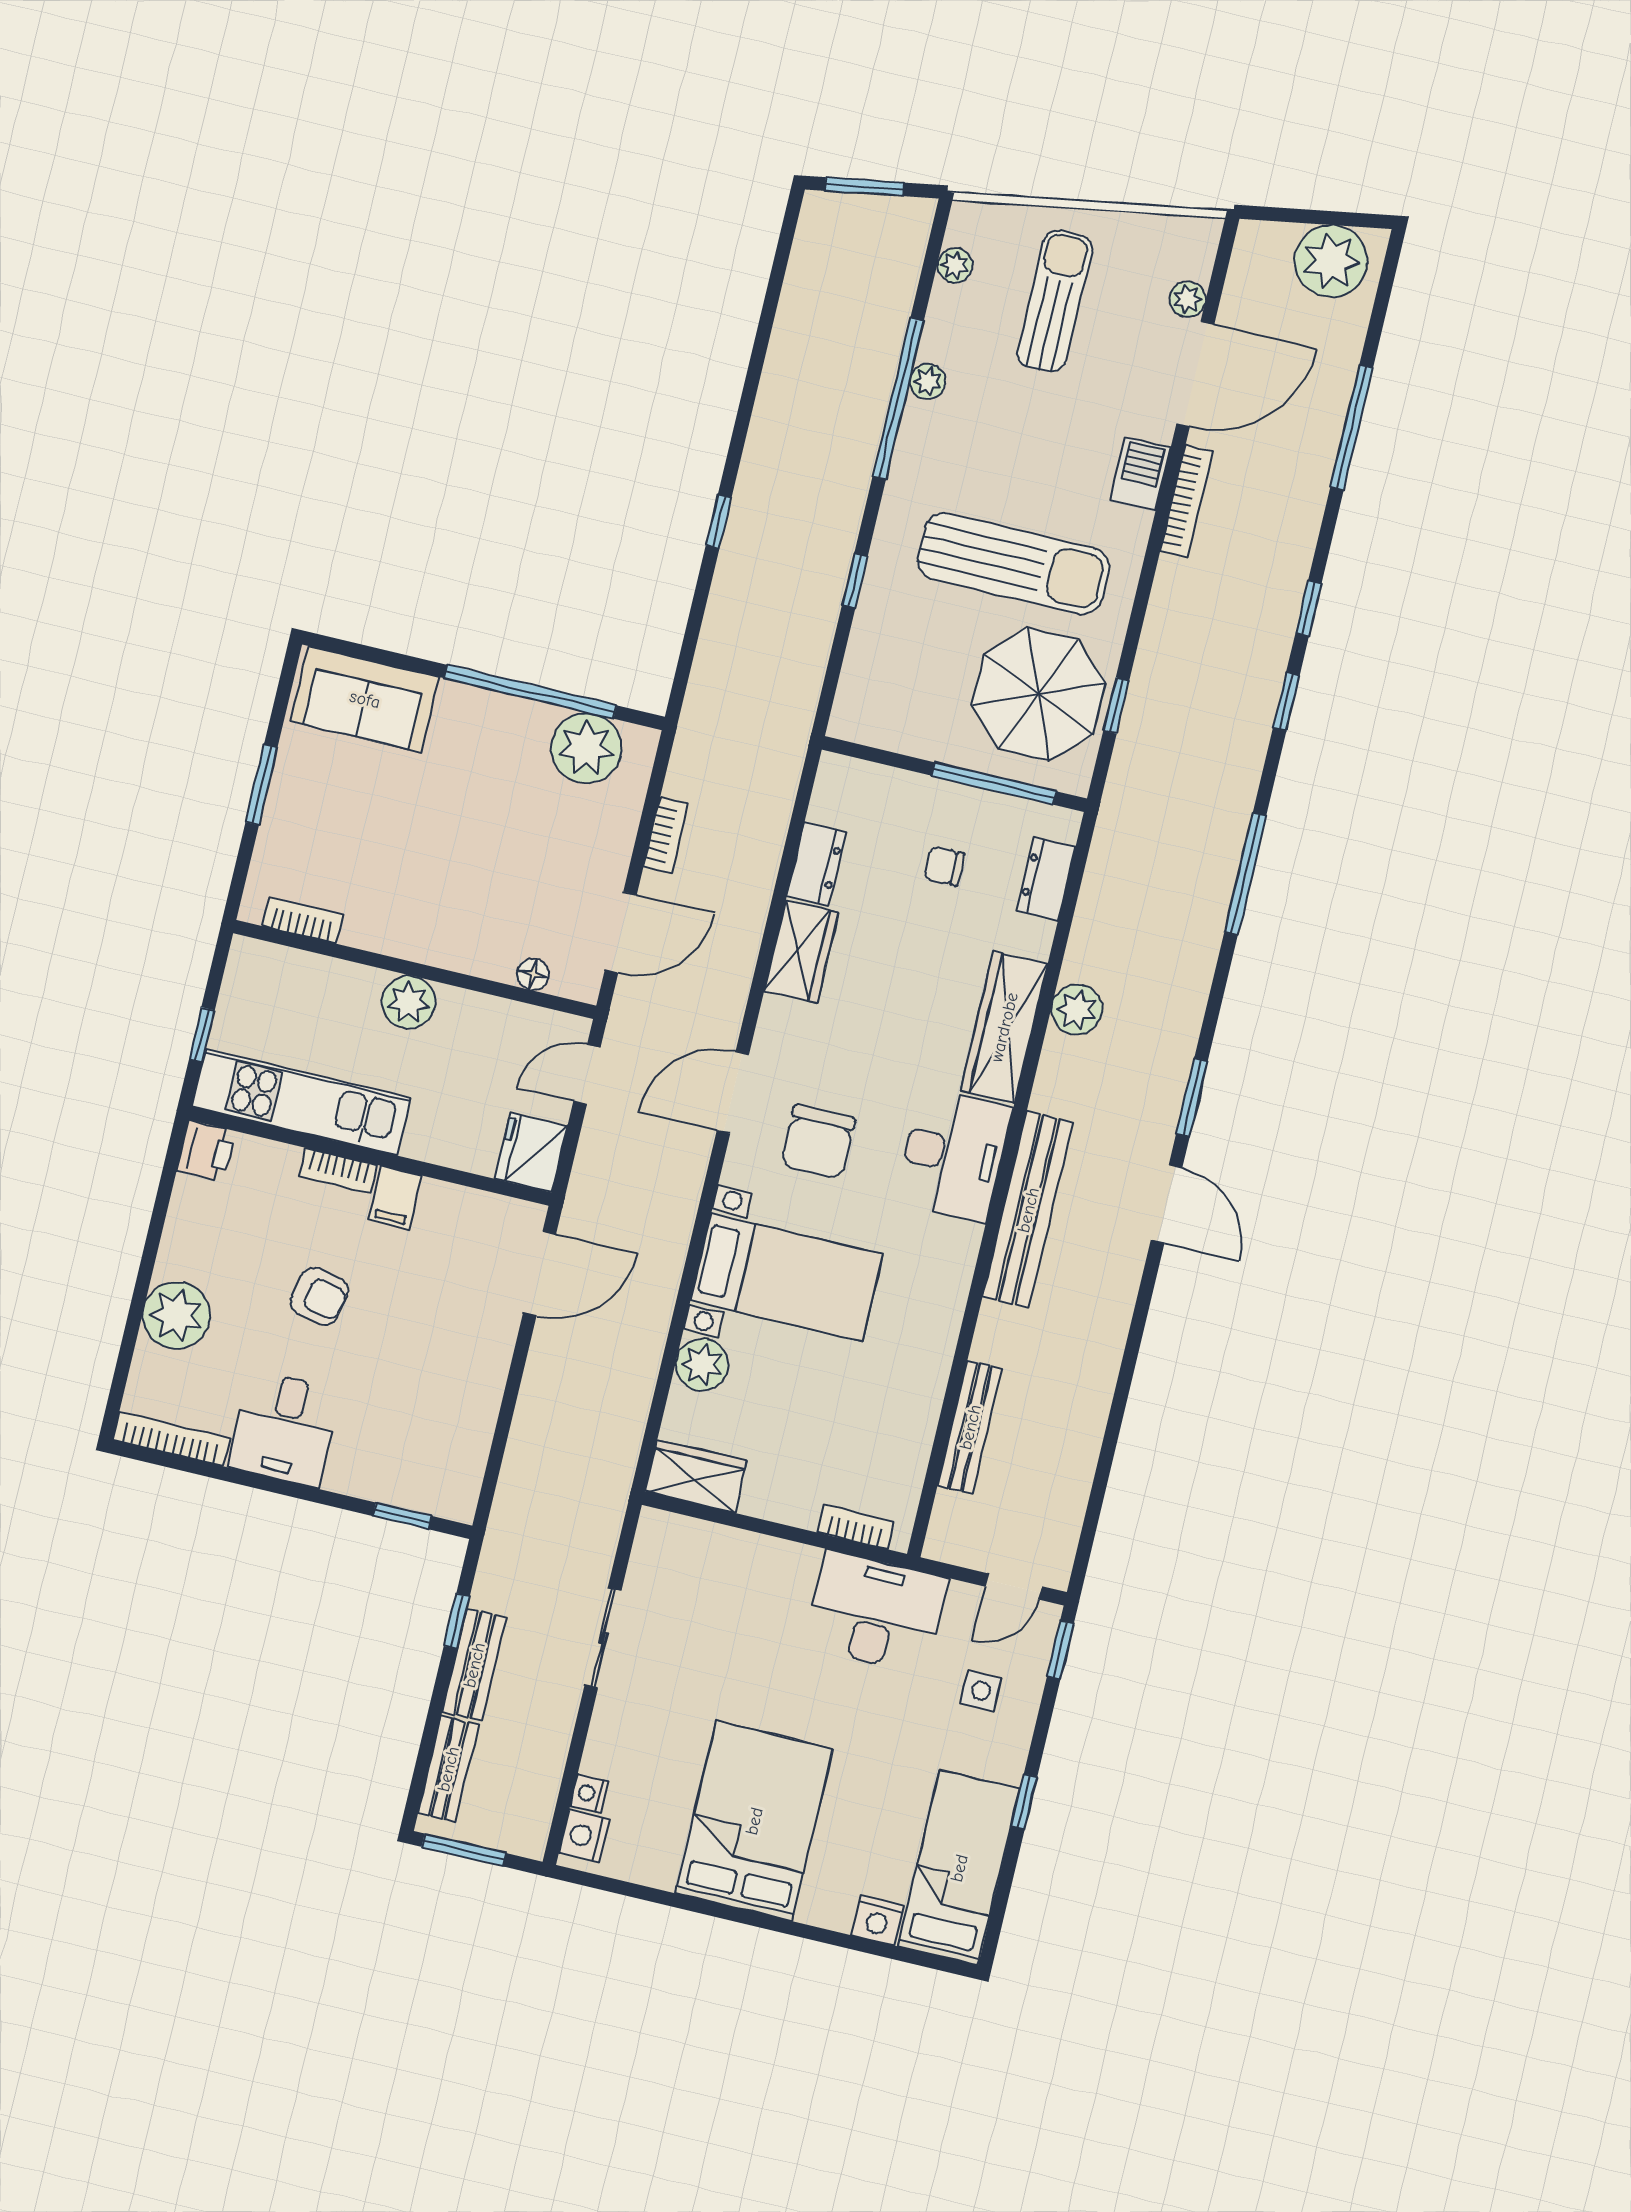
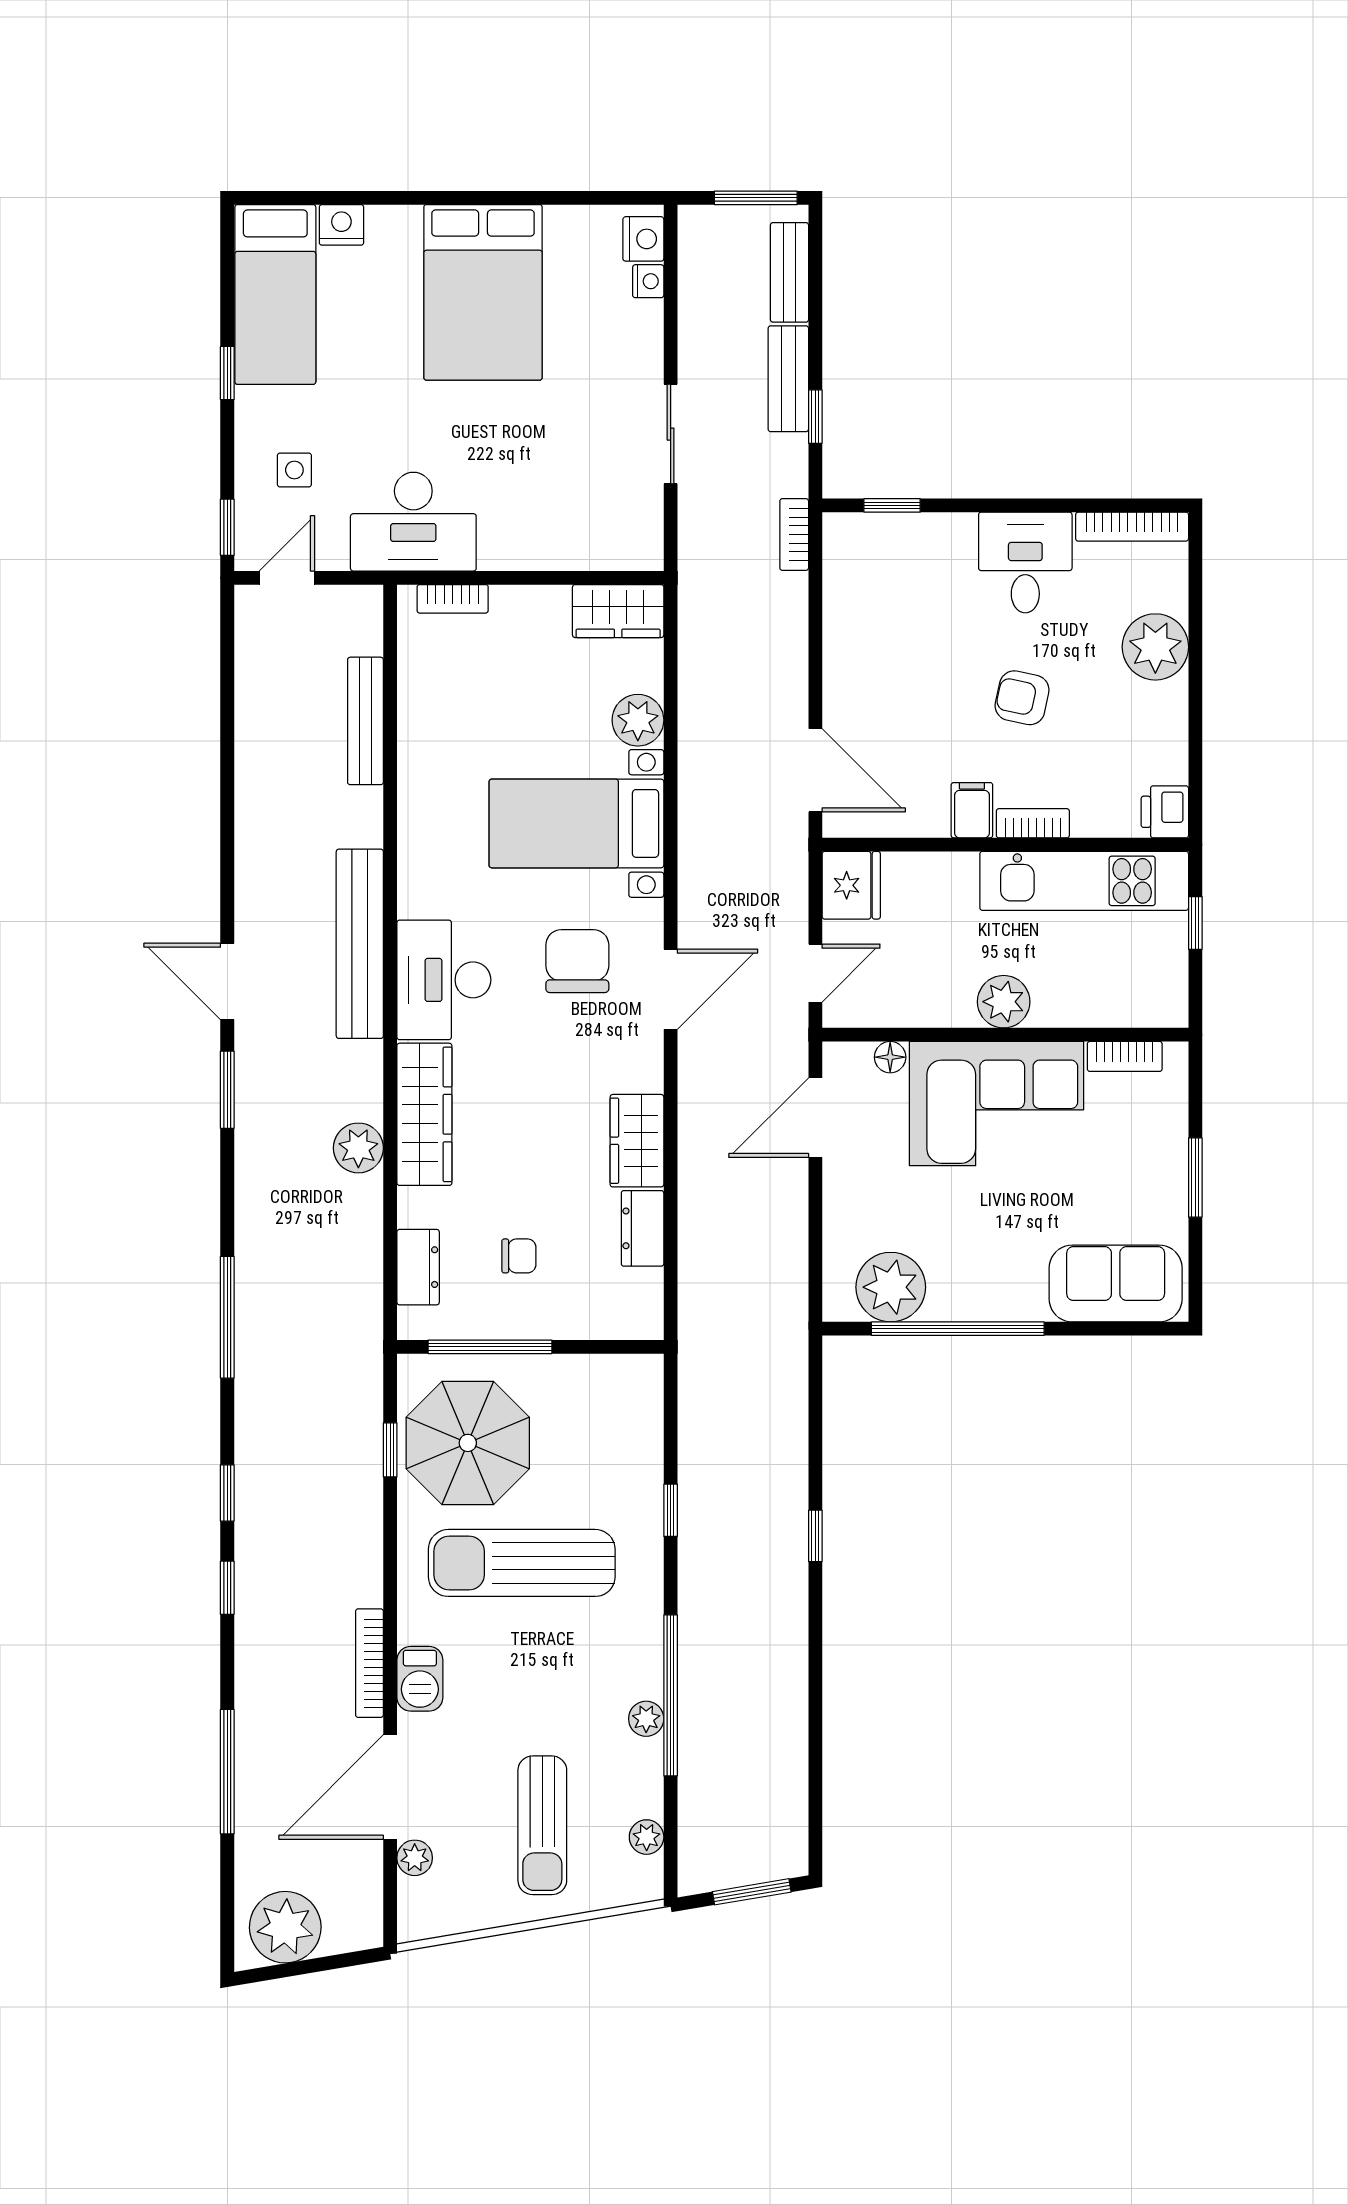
bookcase: (666, 835) -> (794, 535), moved
corner sofa: (439, 904) -> (997, 1104), added
door: (539, 1274) -> (815, 770), swing flipped

